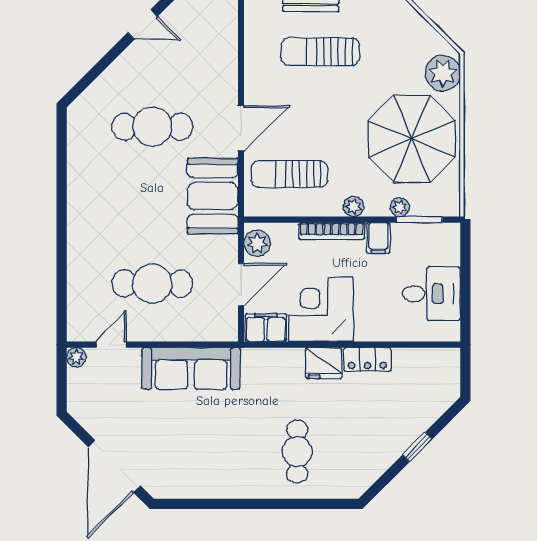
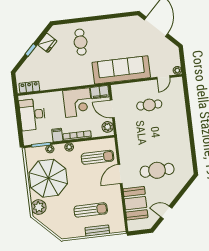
booth: (213, 196) -> (135, 203), moved
cafe table: (152, 283) -> (149, 105), width x0.73, depth x0.74
door: (241, 285) -> (112, 109), hinge flipped
desk: (432, 294) -> (32, 115), width x1.37
locker: (367, 359) -> (29, 87), moved
fridge: (324, 363) -> (47, 43), moved, turned 135
sofa: (191, 368) -> (121, 70), width x1.36, depth x1.27

